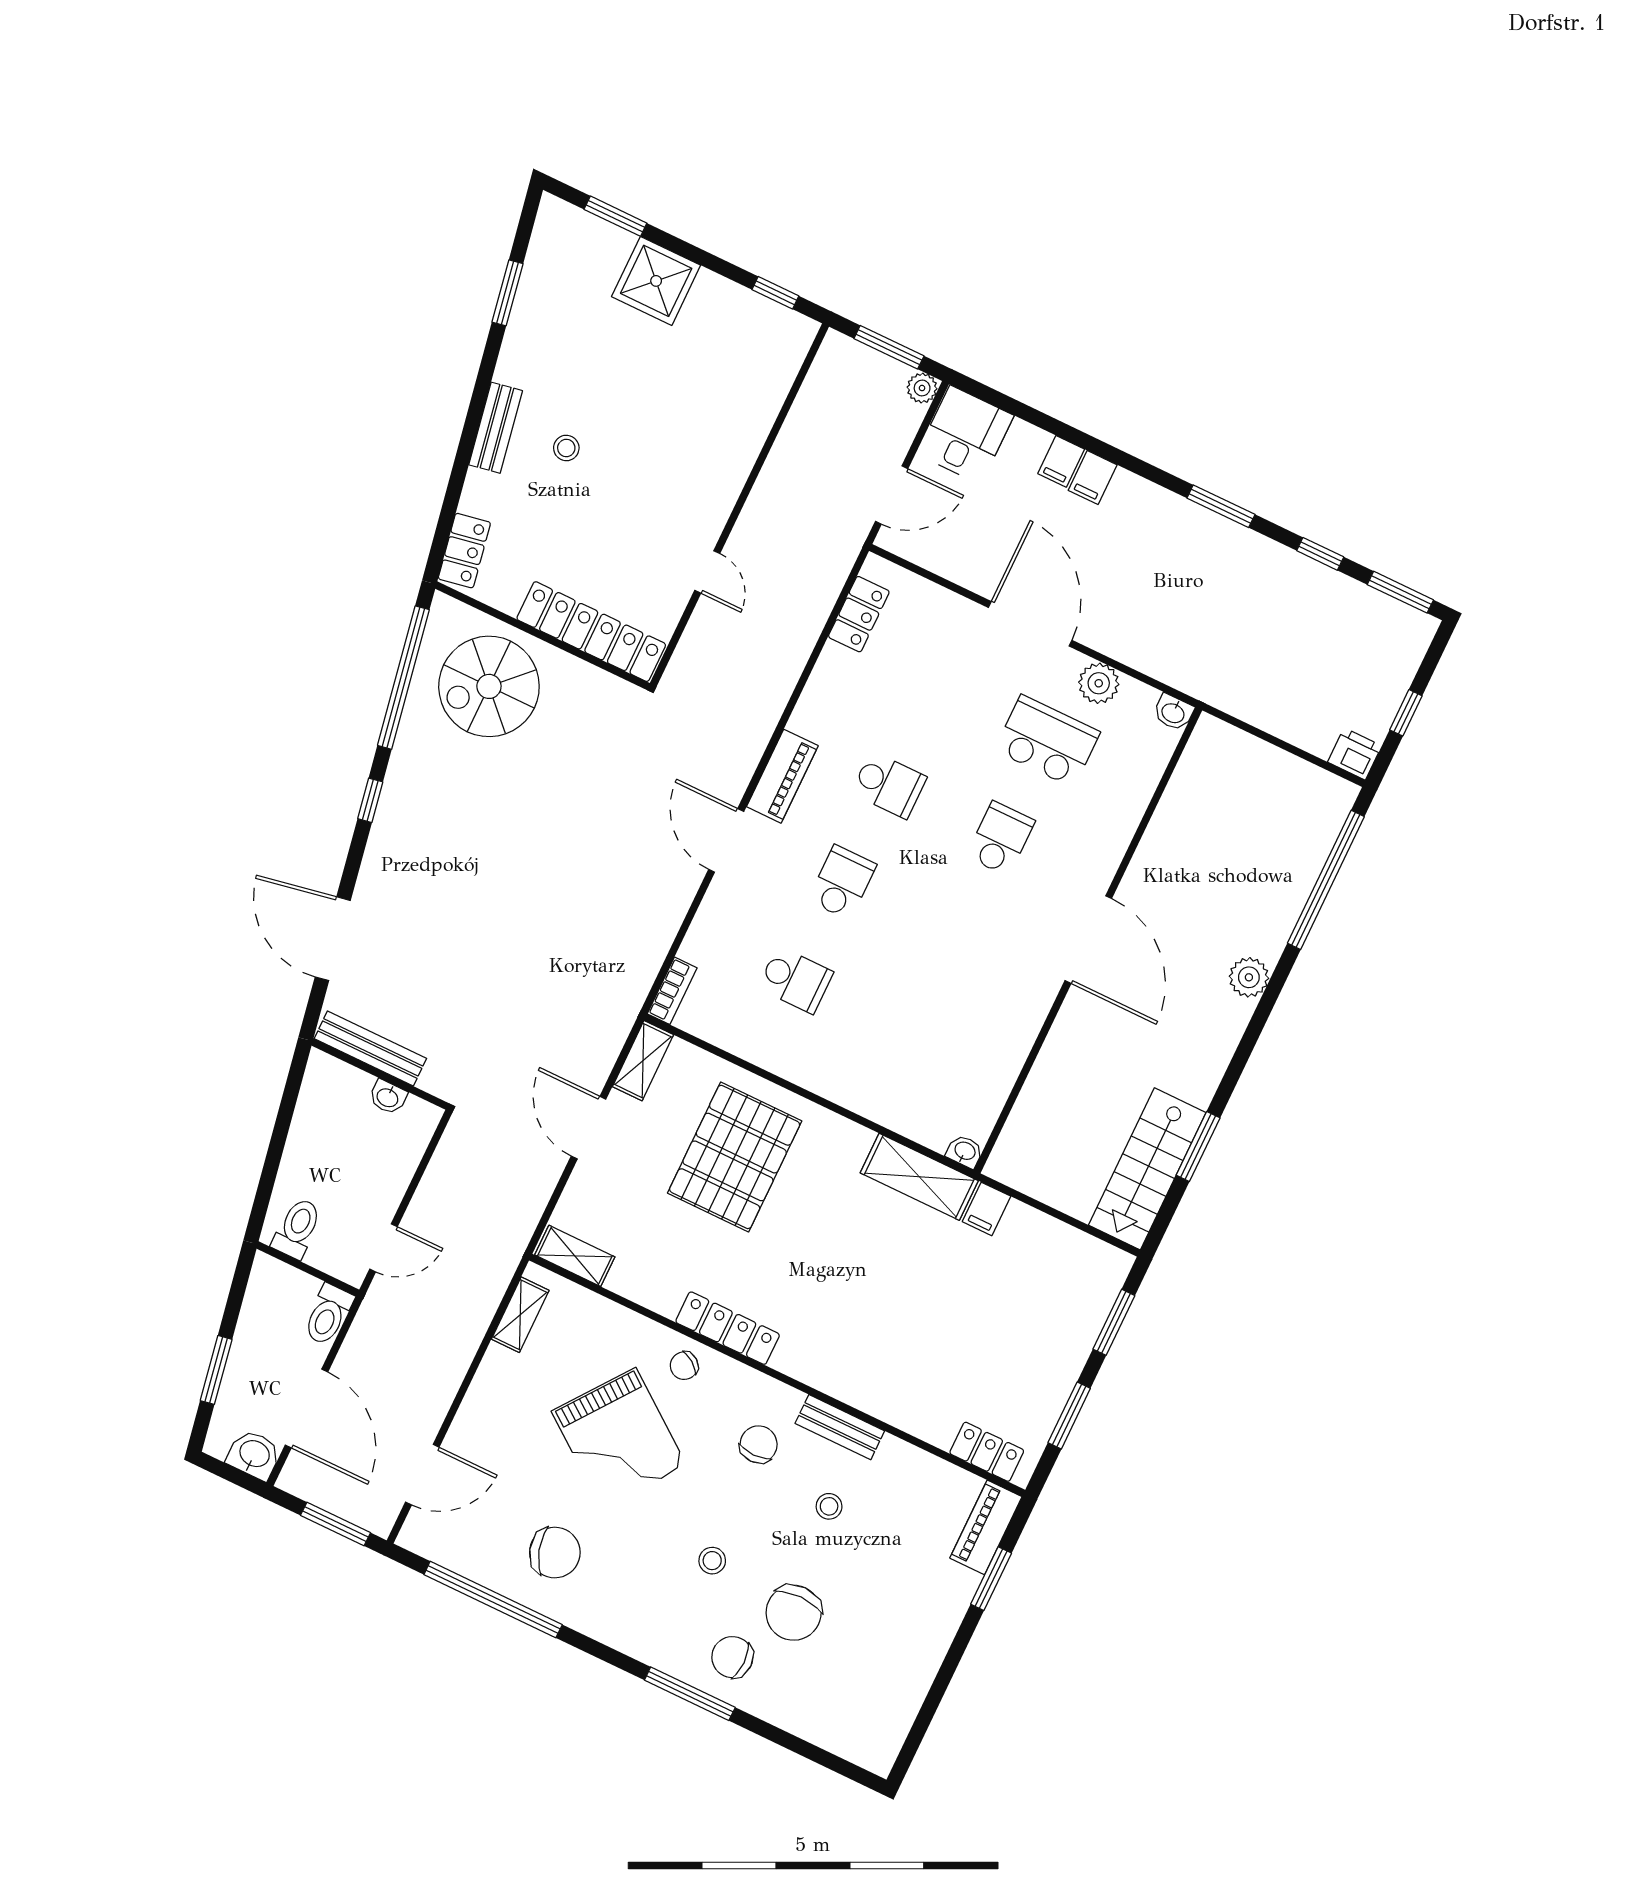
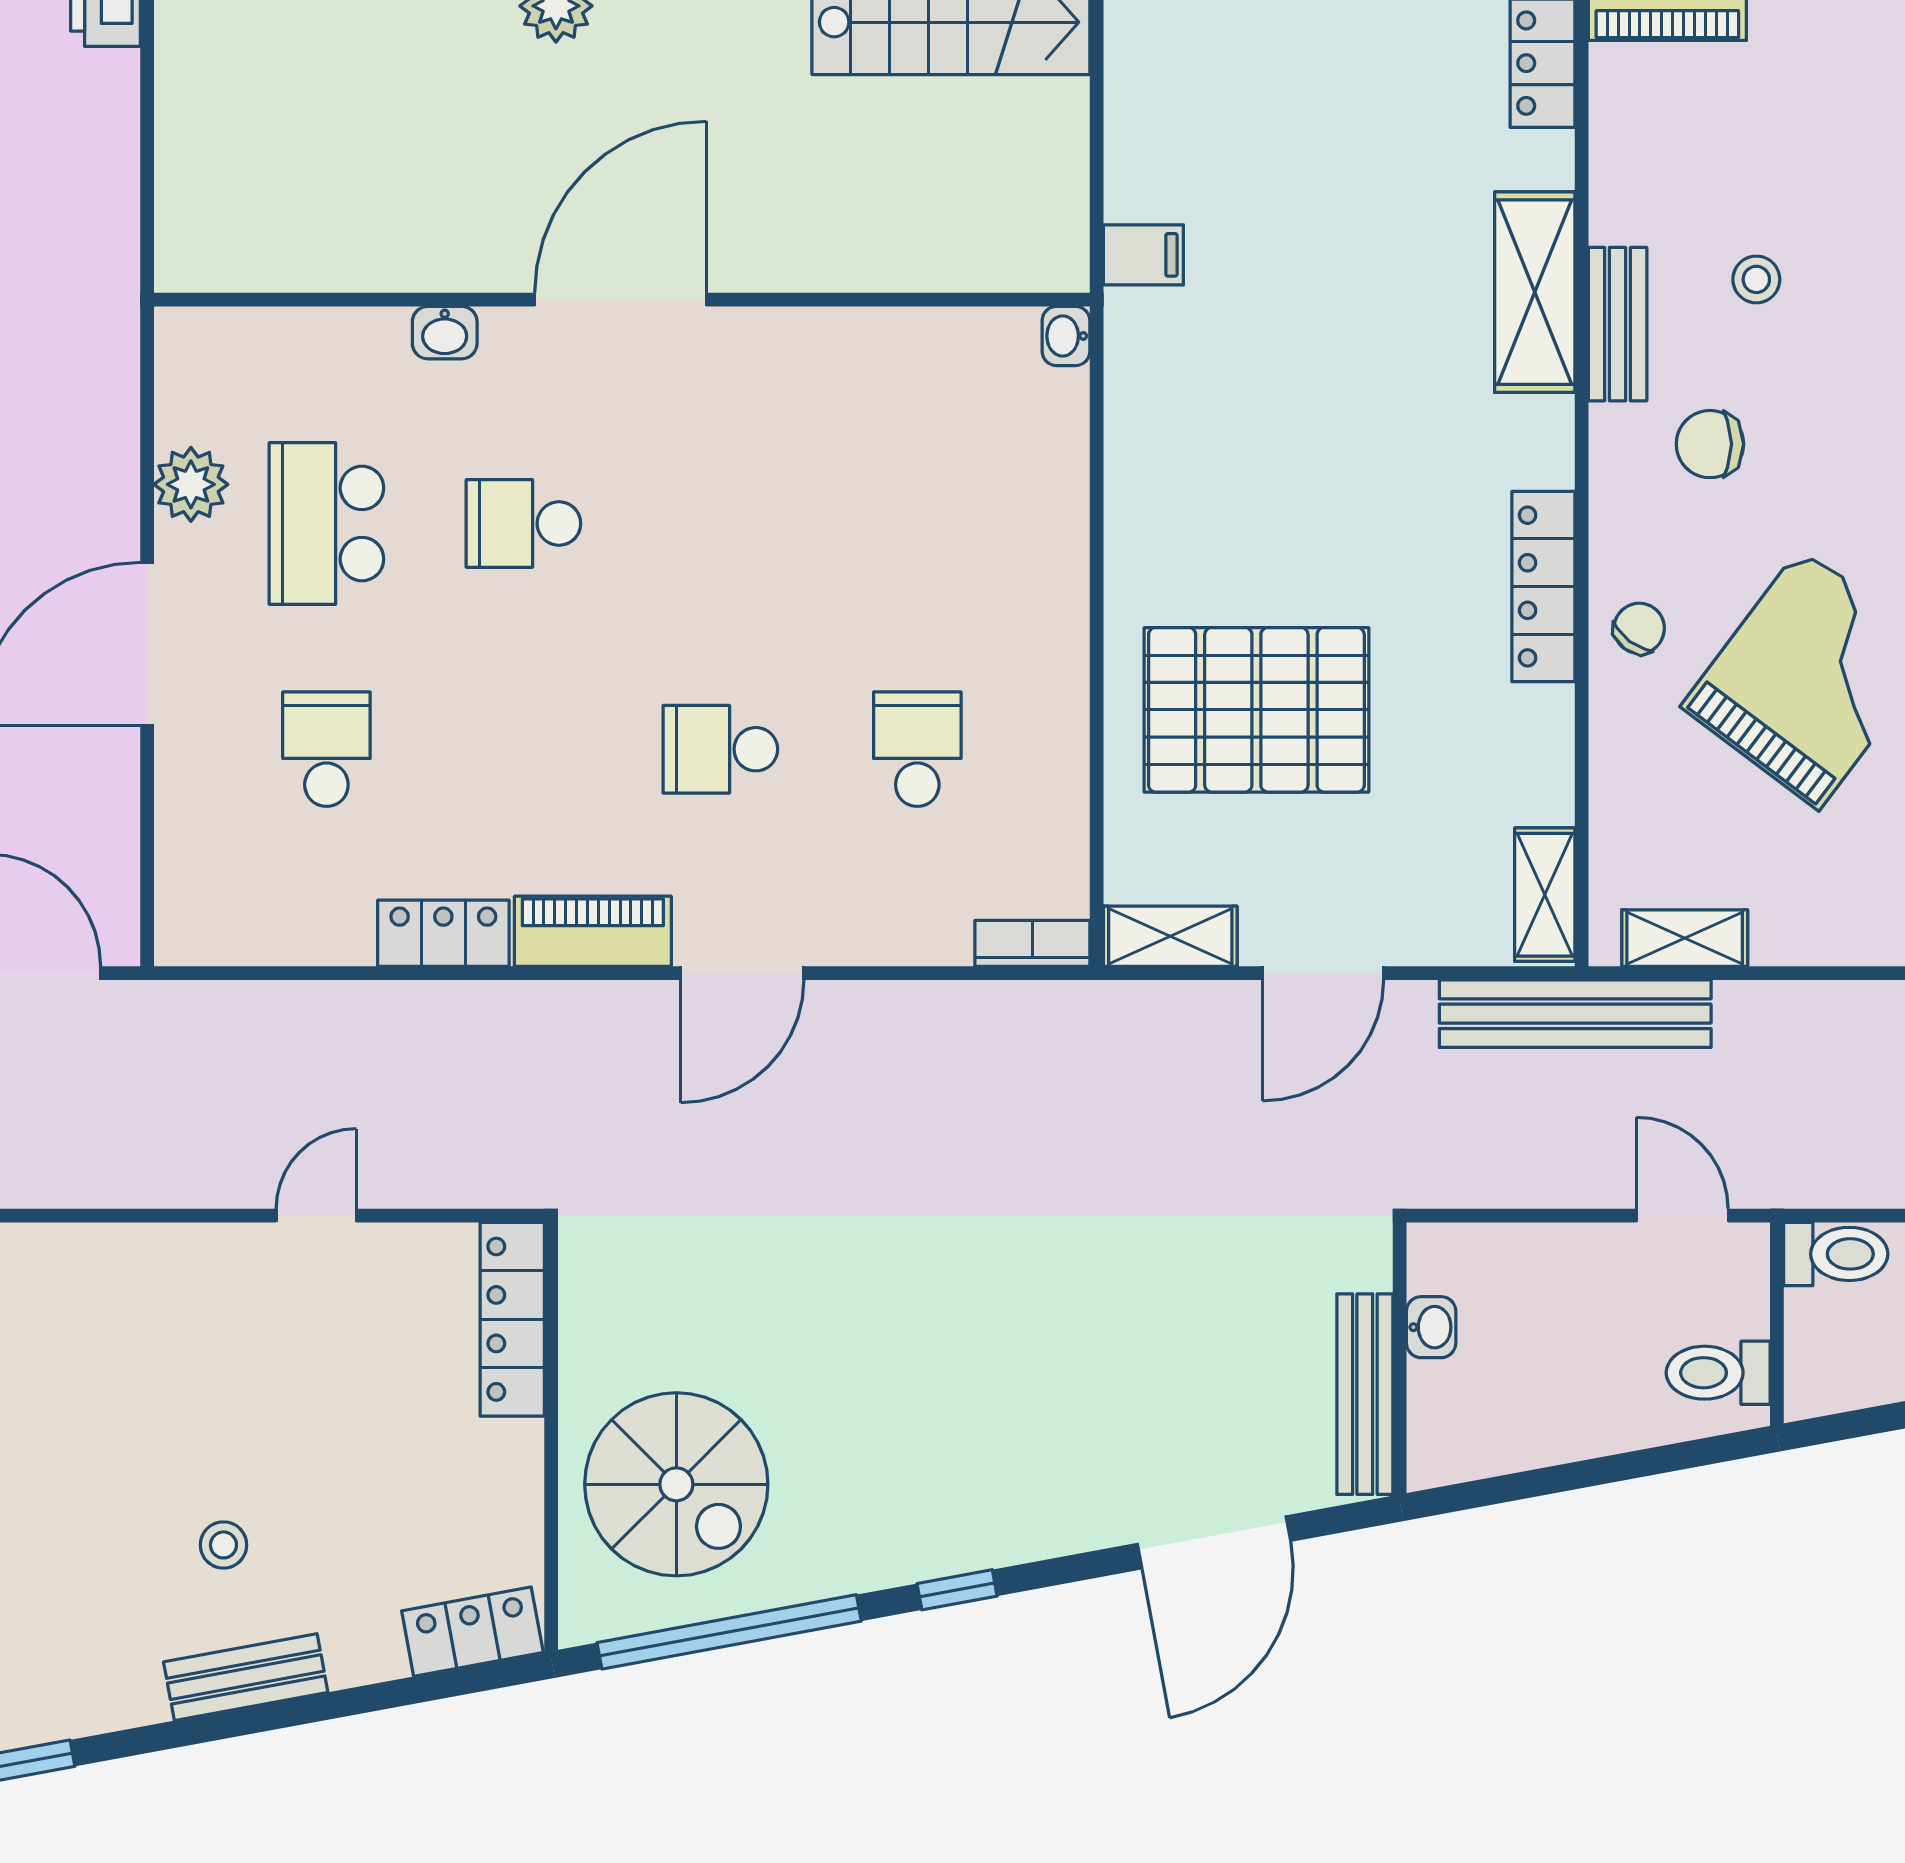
locker: (859, 614) -> (443, 933), moved
locker: (591, 632) -> (512, 1319), width x0.71, depth x0.83
washbasin: (1173, 712) -> (445, 333), moved, turned 90
school desk: (889, 785) -> (326, 749), moved
shelving: (919, 1177) -> (1535, 292), moved
bench: (509, 1243) -> (1575, 1014), added
chair: (684, 1366) -> (1639, 628), turned -89

